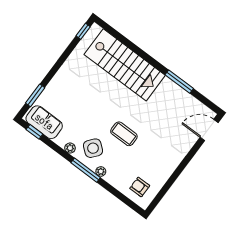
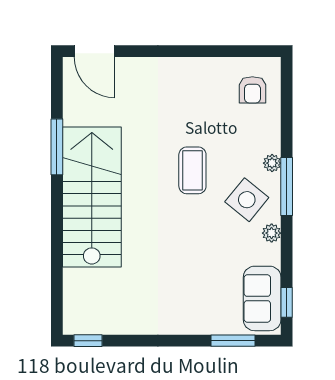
stairs: (125, 65) -> (92, 197), moved

